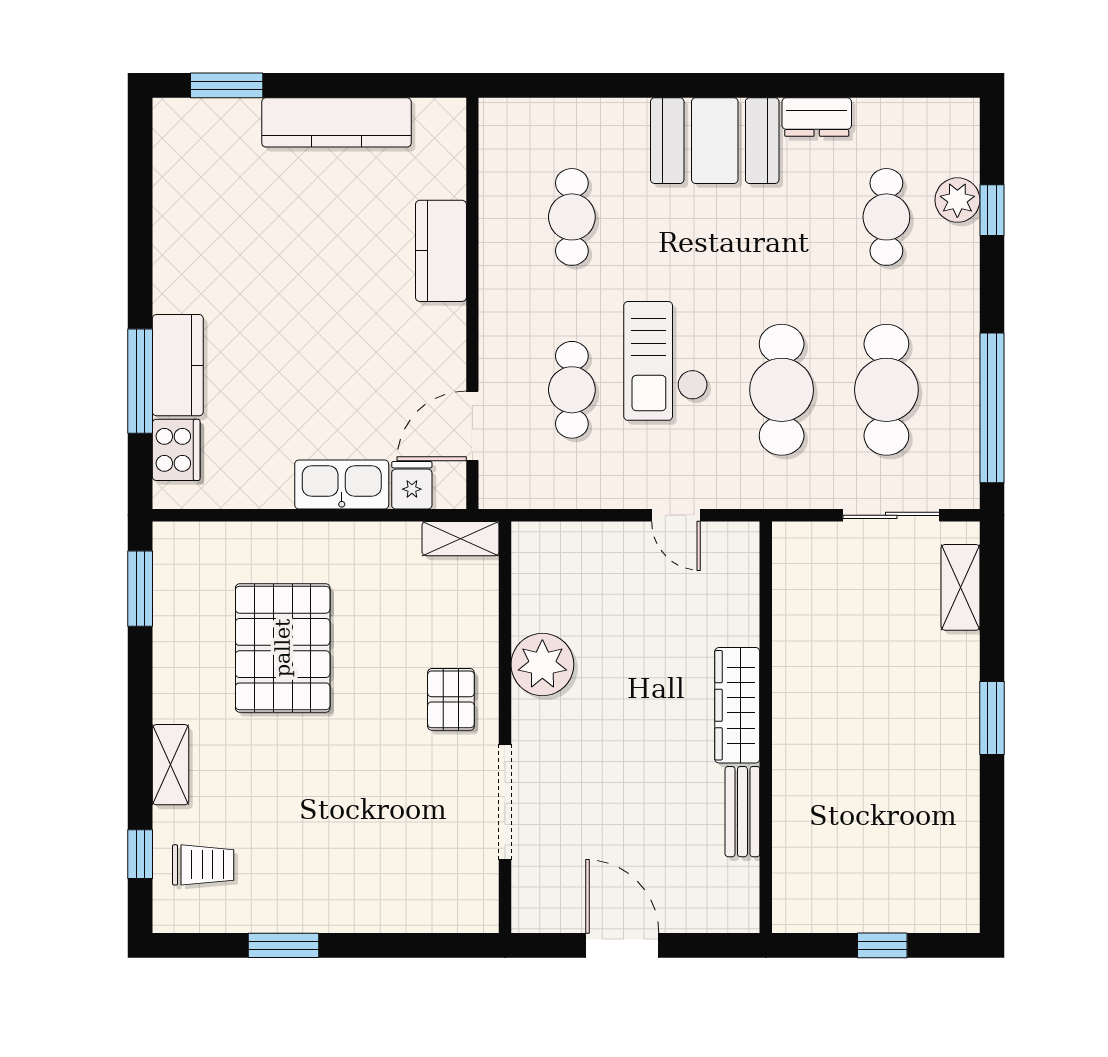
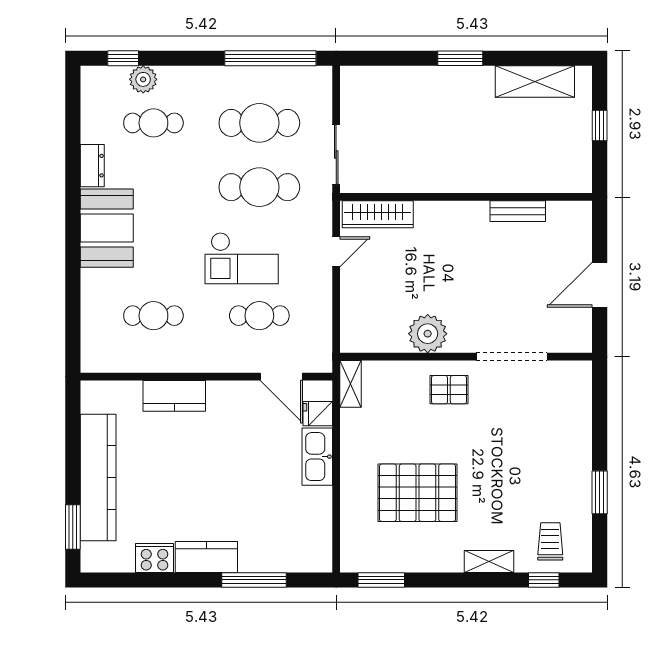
kitchen counter: (337, 122) -> (98, 478), width x1.39, depth x1.17
window: (992, 210) -> (123, 58), moved
kitchen counter: (178, 365) -> (206, 557), moved
cooker: (176, 450) -> (154, 558), moved
sliding door: (891, 515) -> (336, 154), moved
shelving: (960, 587) -> (535, 82), moved, width x1.50, depth x1.33
wardrobe: (737, 705) -> (378, 214), moved

